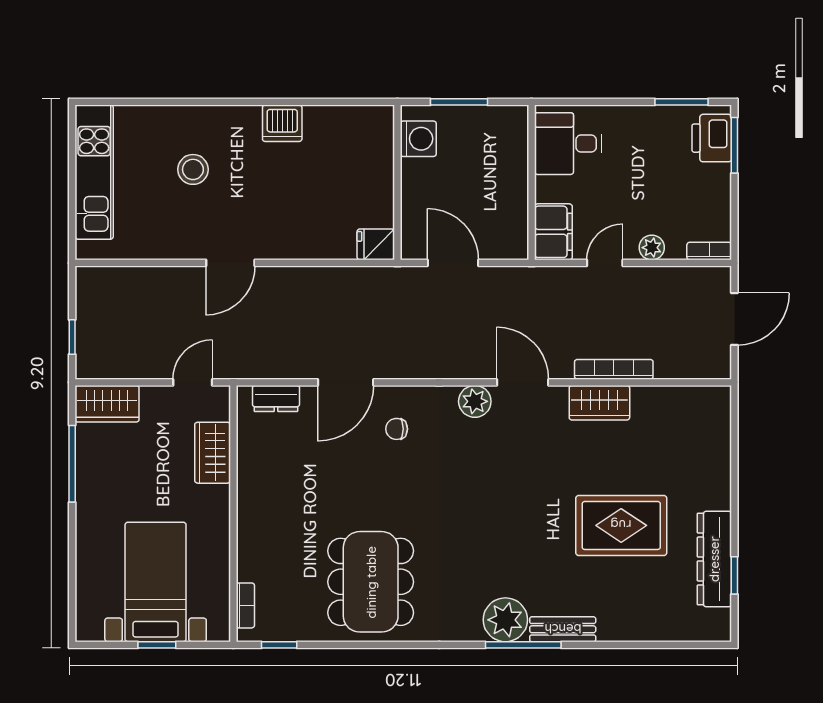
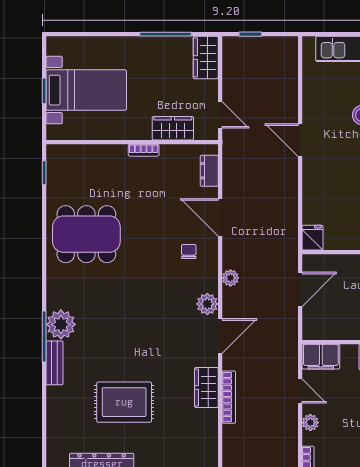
plant: (436, 367) -> (230, 278), added
rug: (621, 525) -> (124, 402), turned 90
bookcase: (245, 605) -> (144, 150), moved

